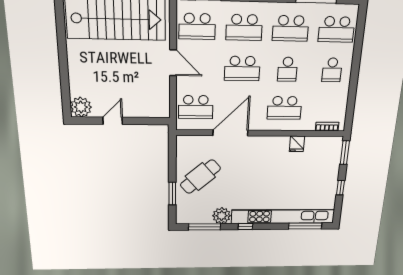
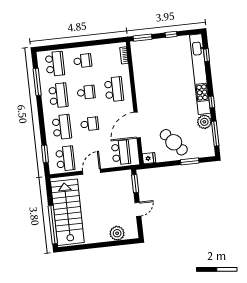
school desk: (242, 69) -> (90, 124), width x0.54
plant: (81, 107) -> (117, 233), moved
door: (113, 121) -> (138, 209), swing flipped
window: (150, 121) -> (135, 184), added
door: (230, 133) -> (137, 125), hinge flipped
fridge: (297, 144) -> (149, 158), moved
window: (305, 226) -> (207, 55), width x0.46

